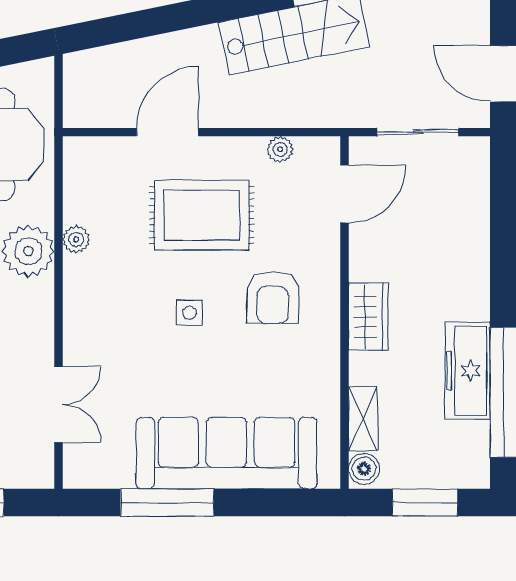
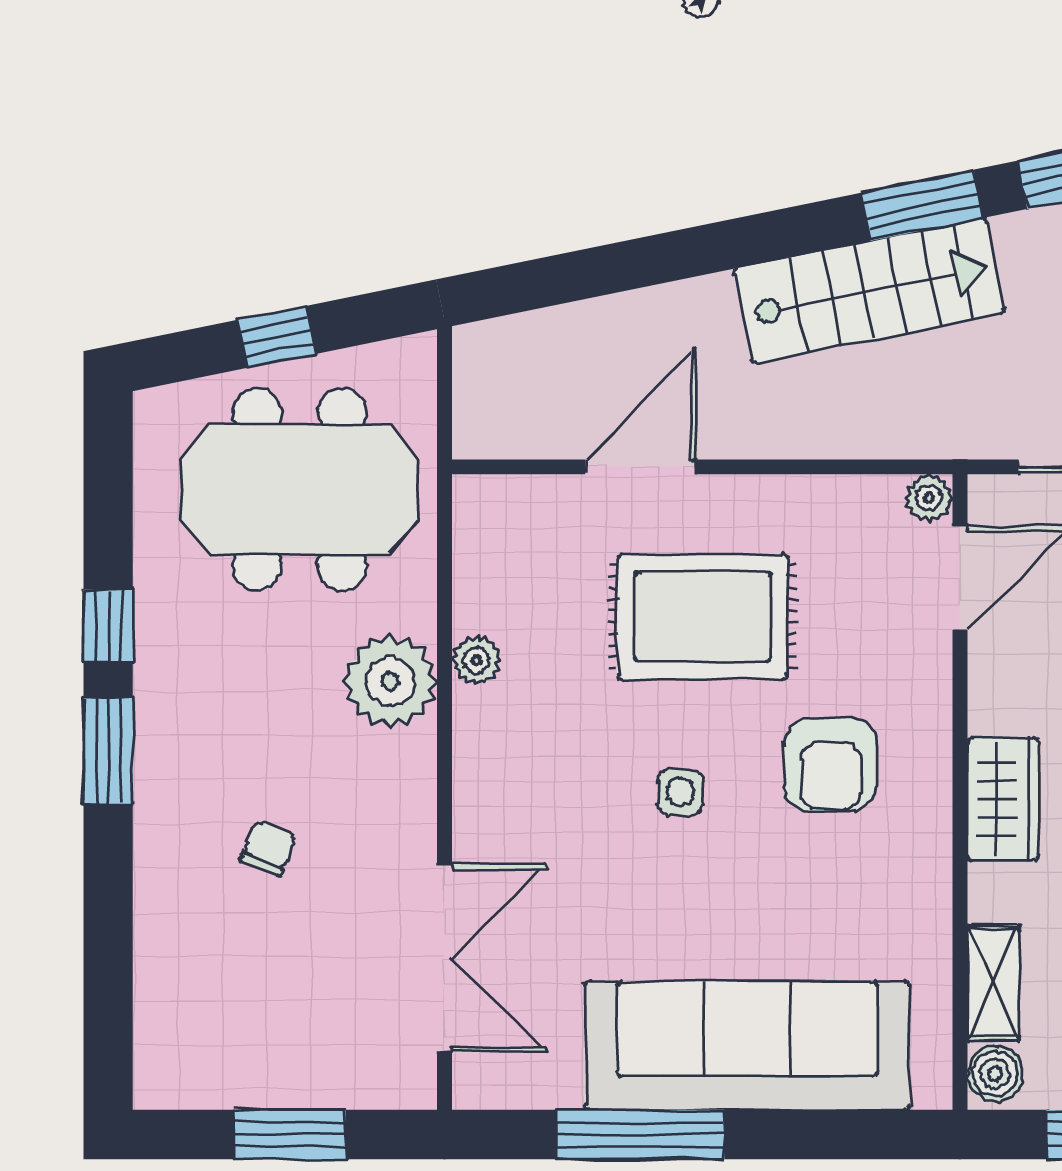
plant: (280, 149) -> (929, 498), moved
double door: (58, 405) -> (444, 958), width x1.37

